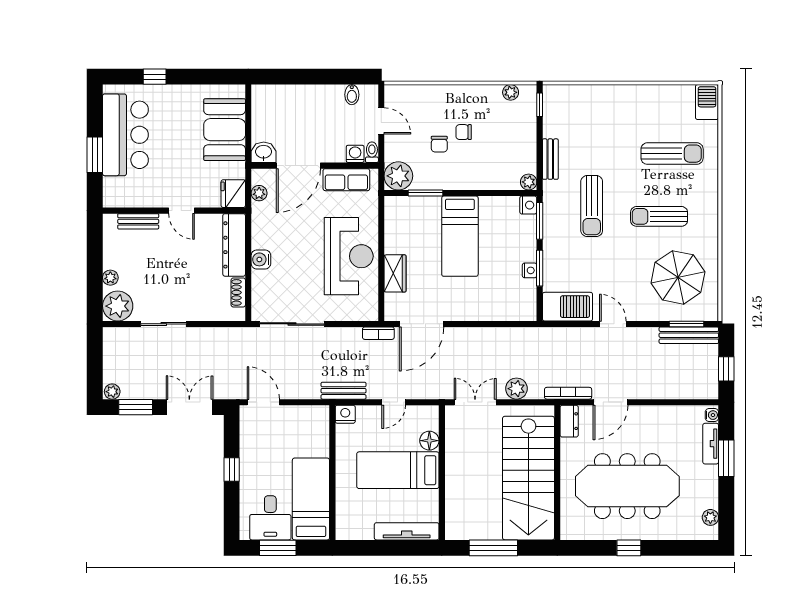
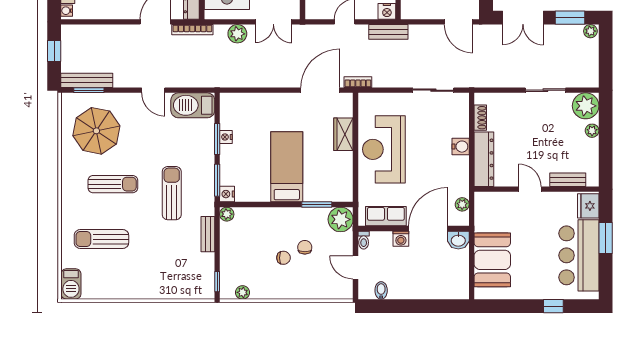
washing machine: (355, 154) -> (401, 239), moved
fridge: (233, 194) -> (588, 206), moved, turned 180
sliding door: (292, 324) -> (433, 90), width x0.73

